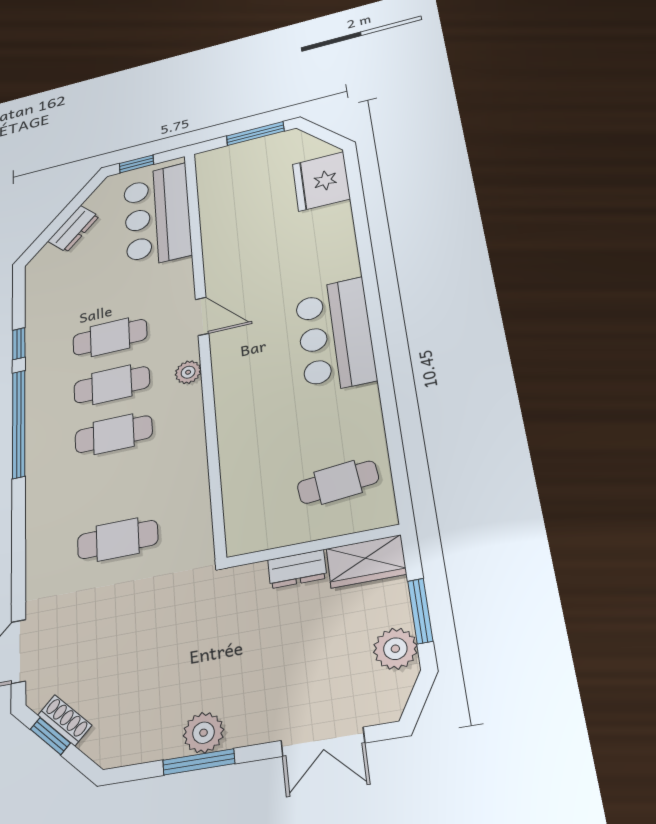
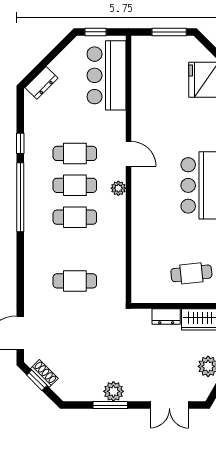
dresser: (73, 229) -> (42, 83), moved

